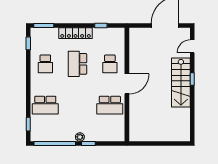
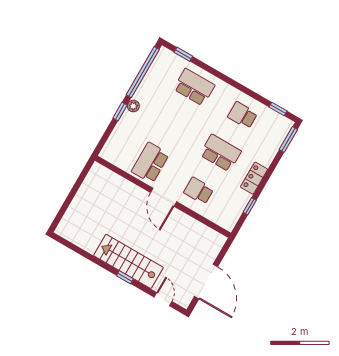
locker: (76, 33) -> (254, 178), width x0.66
school desk: (45, 105) -> (194, 87), turned 90

